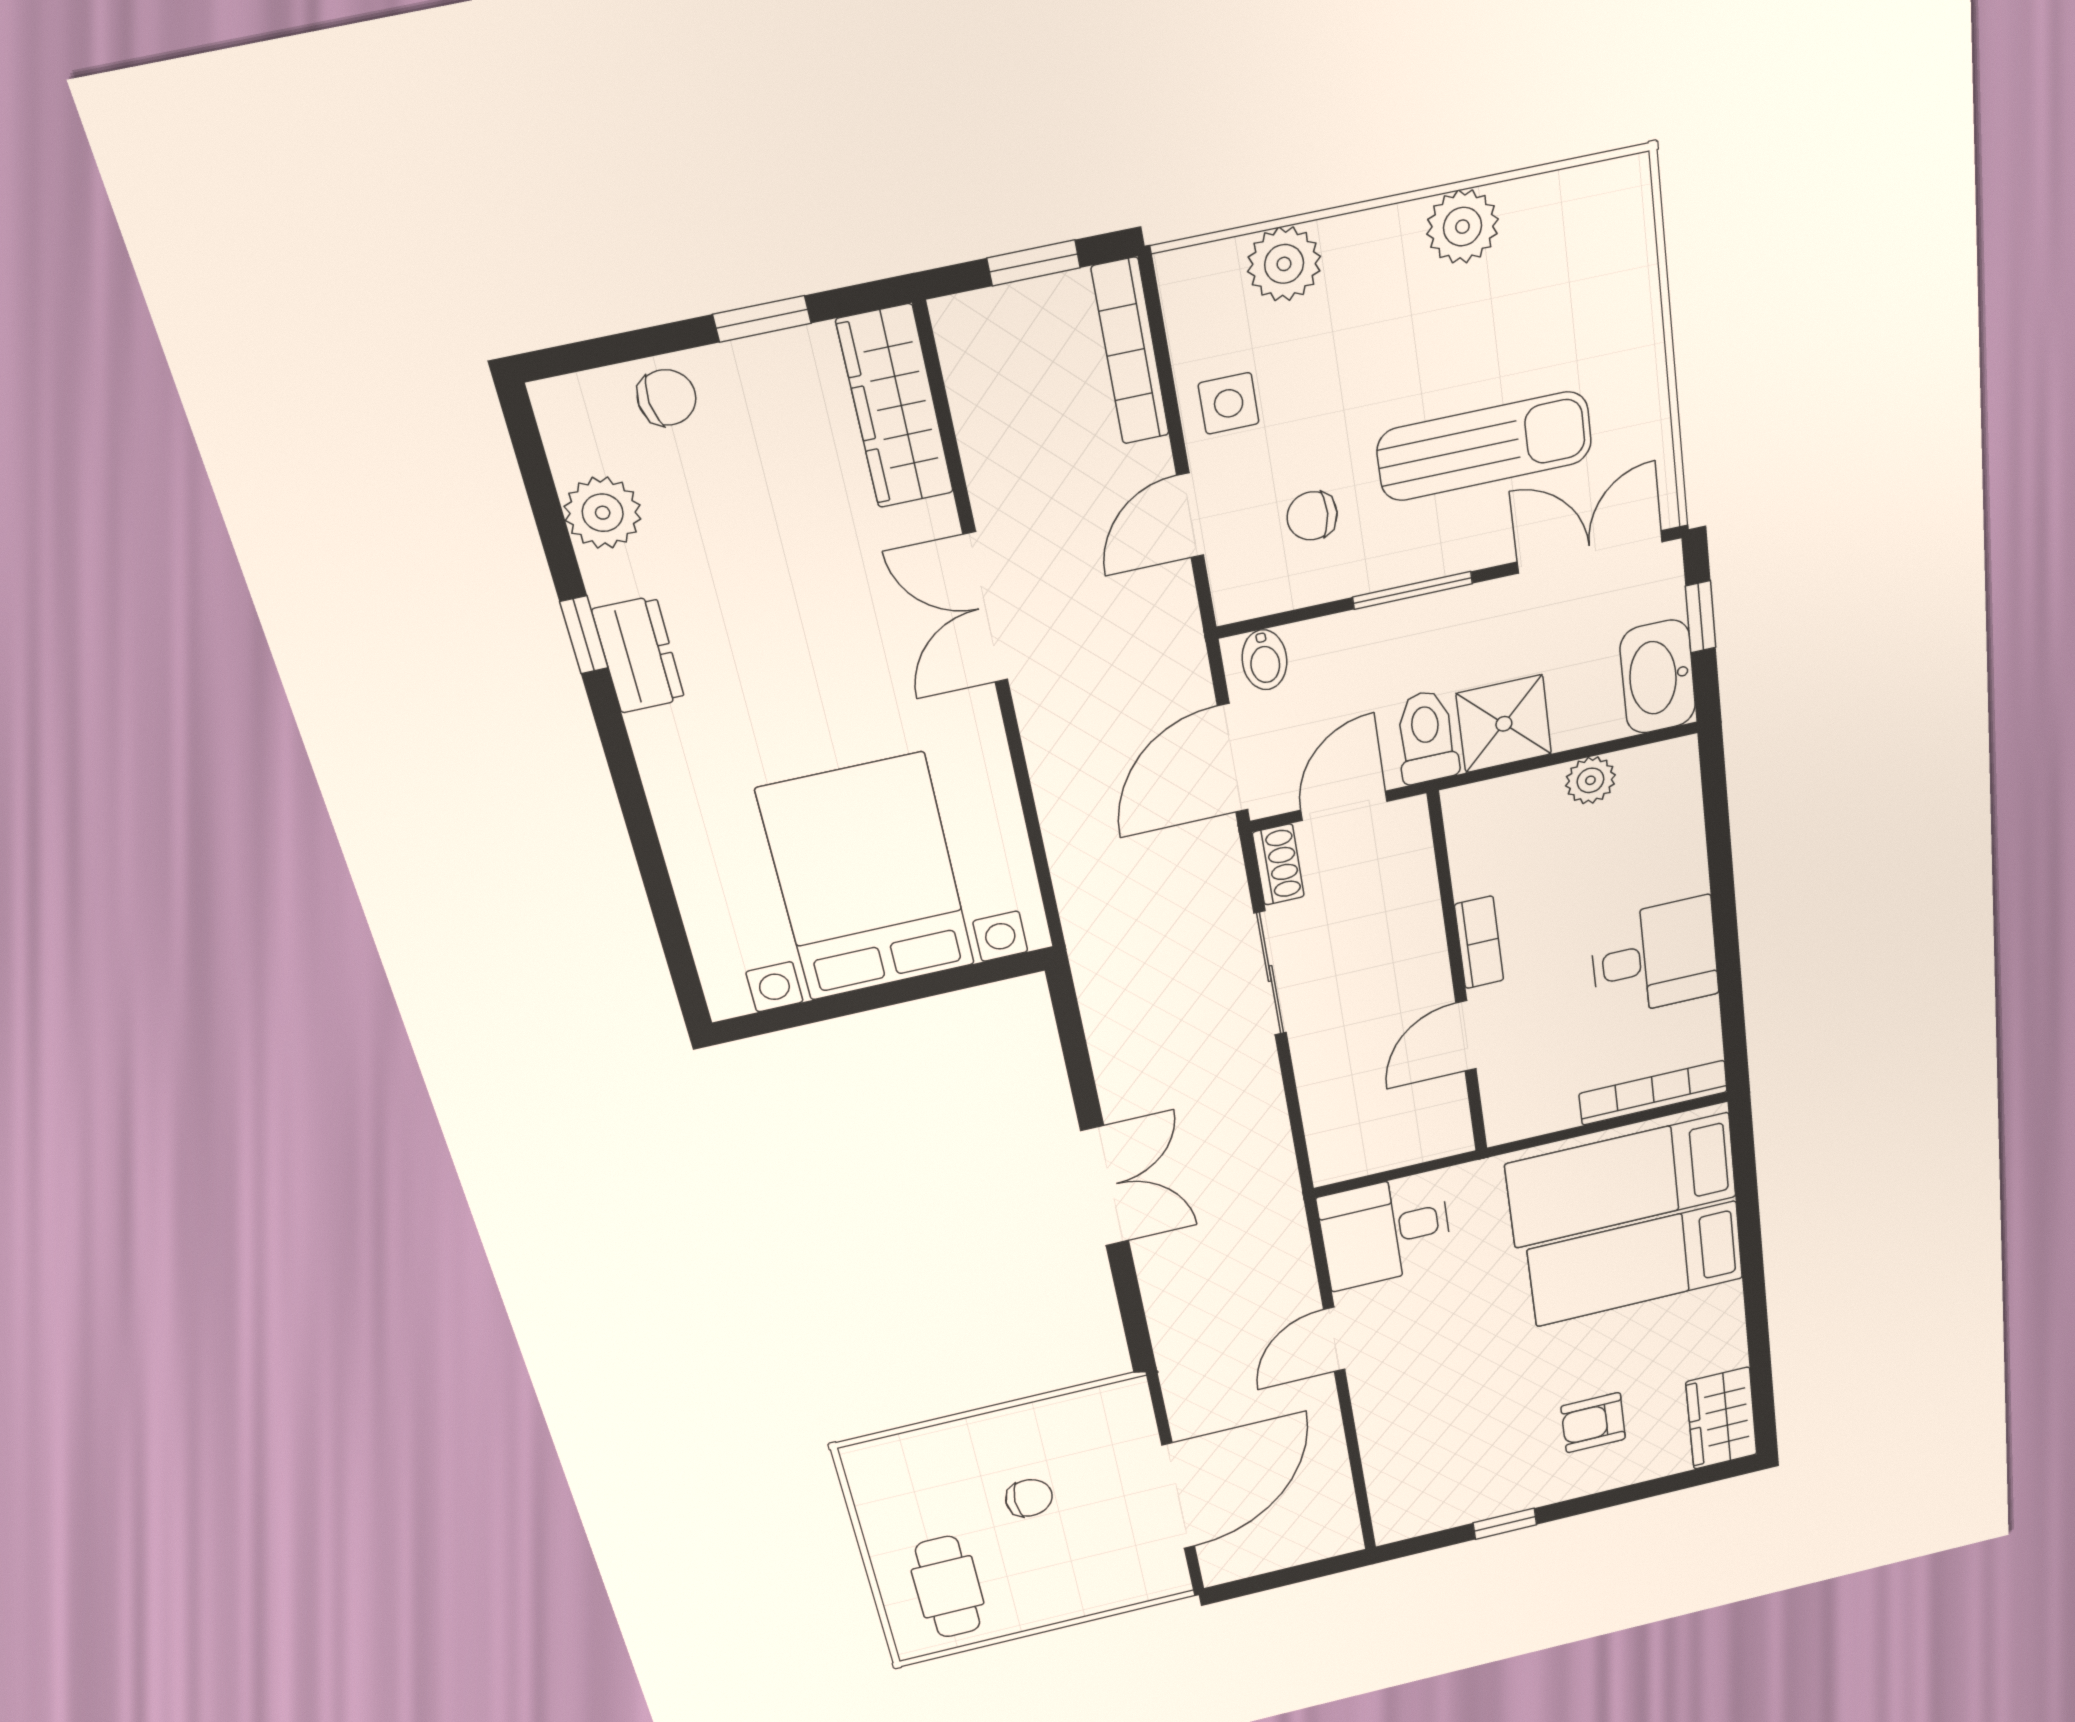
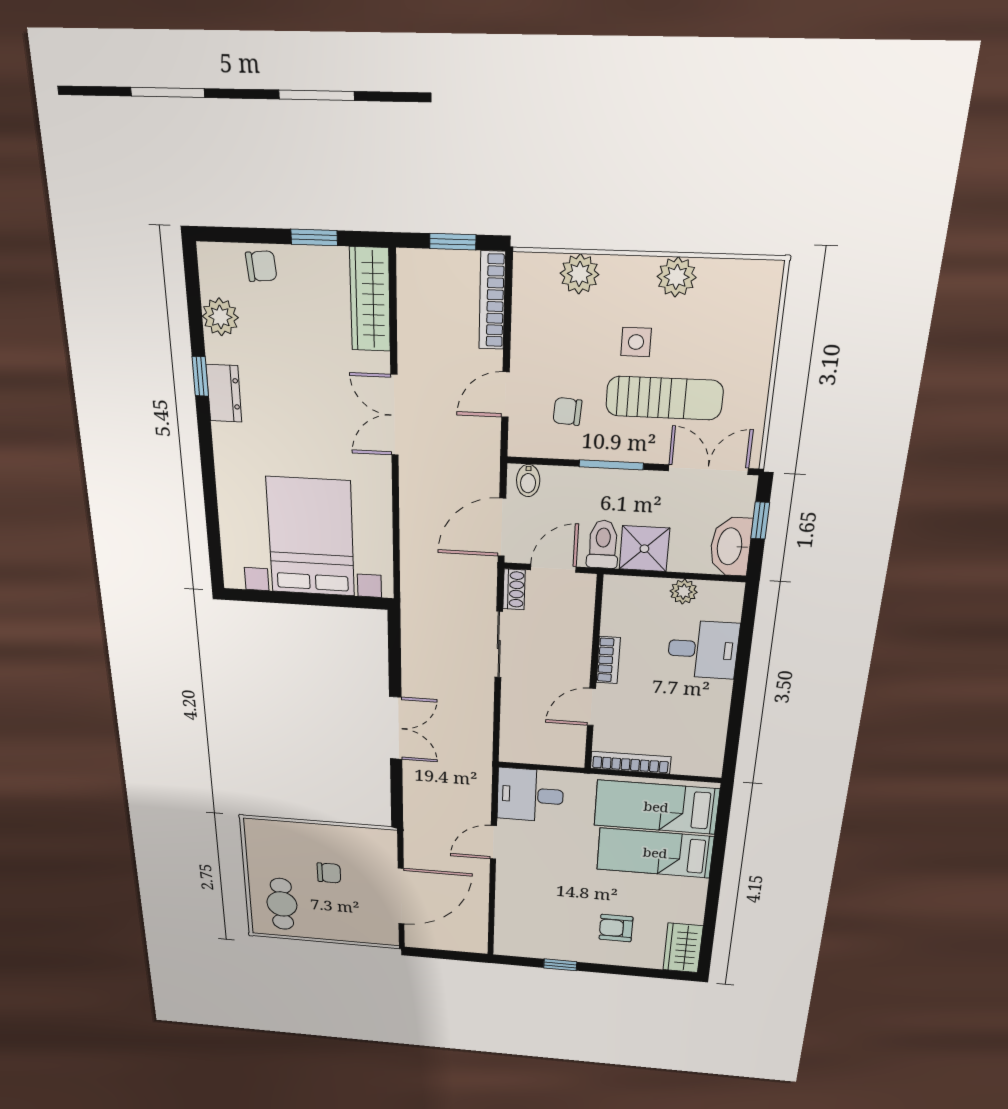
side table: (1229, 403) -> (636, 342), moved
desk: (1654, 958) -> (703, 650), moved
bookcase: (1653, 1093) -> (631, 763), moved

